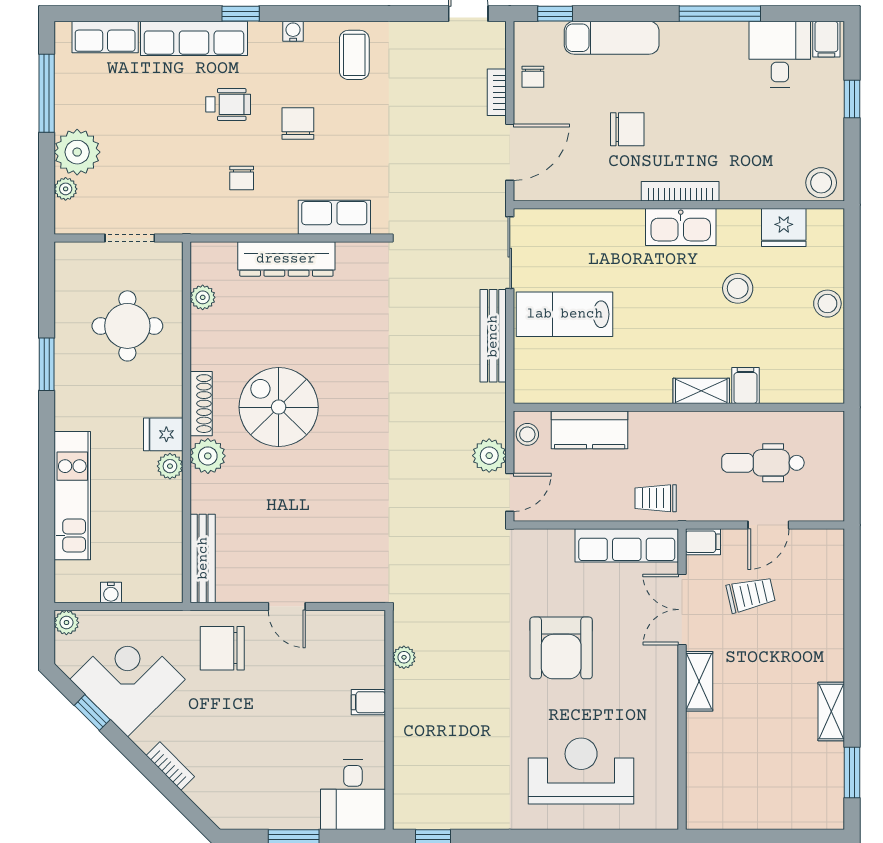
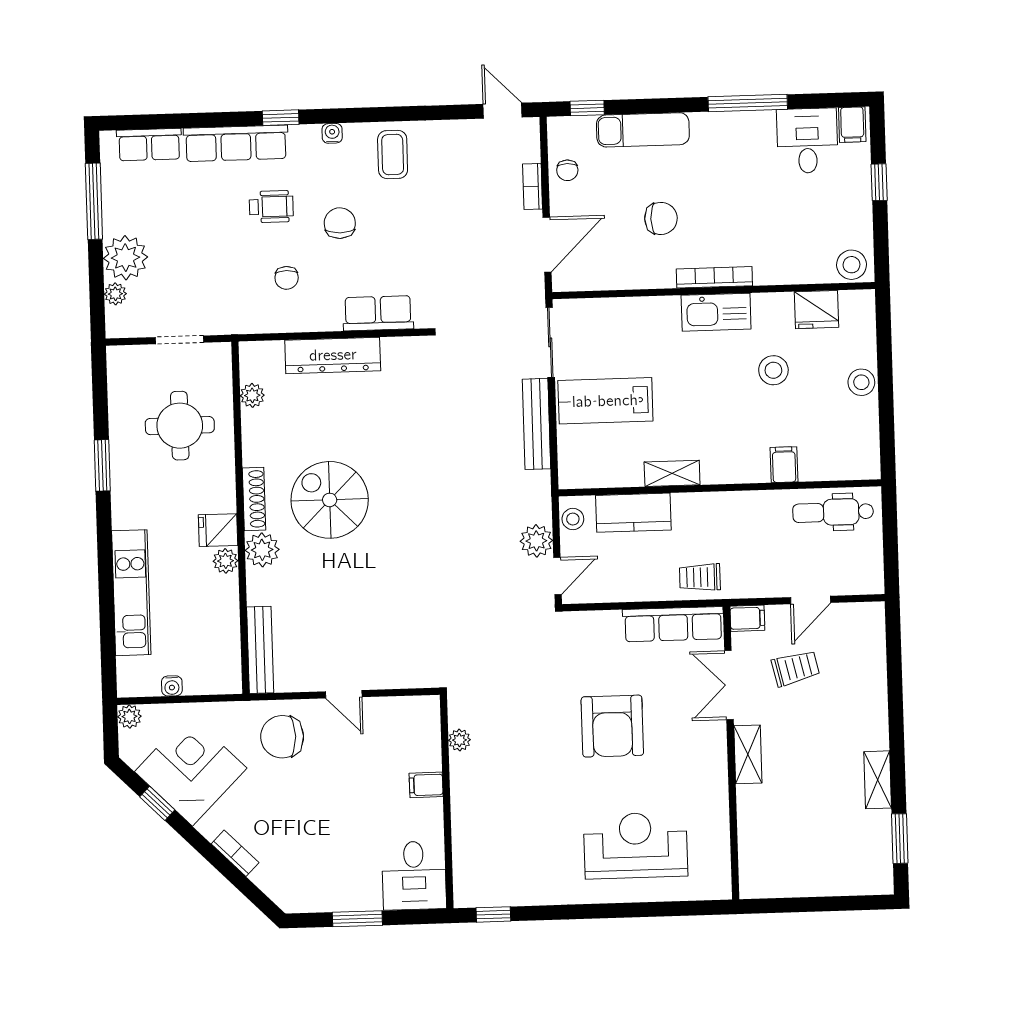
shelving: (701, 391) -> (672, 473), moved
dental chair: (763, 463) -> (833, 512), moved

